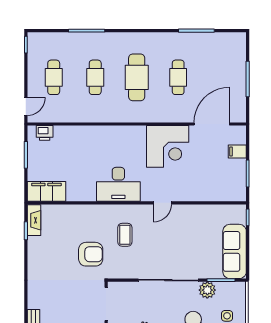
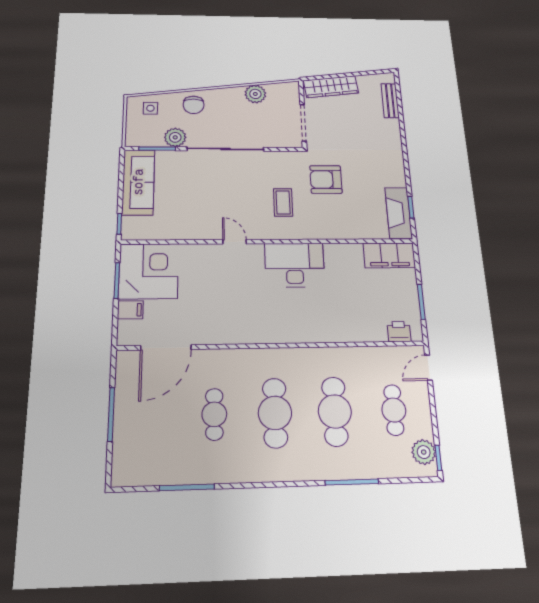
plant: (36, 49) -> (424, 452), added
cafe table: (95, 77) -> (335, 411), width x1.37, depth x1.35
corner desk: (168, 146) -> (149, 271), moved, turned 90
door: (162, 203) -> (235, 242), hinge flipped
fireplace: (34, 220) -> (399, 213), width x1.37, depth x1.32

